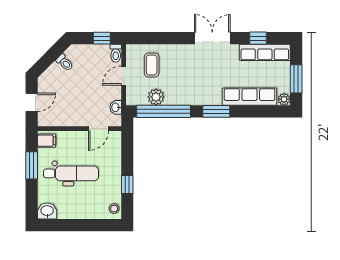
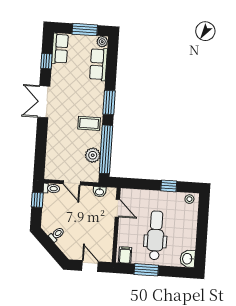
row of seats: (265, 52) -> (60, 49), width x0.68
coffee table: (152, 65) -> (89, 123), moved
row of seats: (249, 97) -> (98, 64), width x0.68

